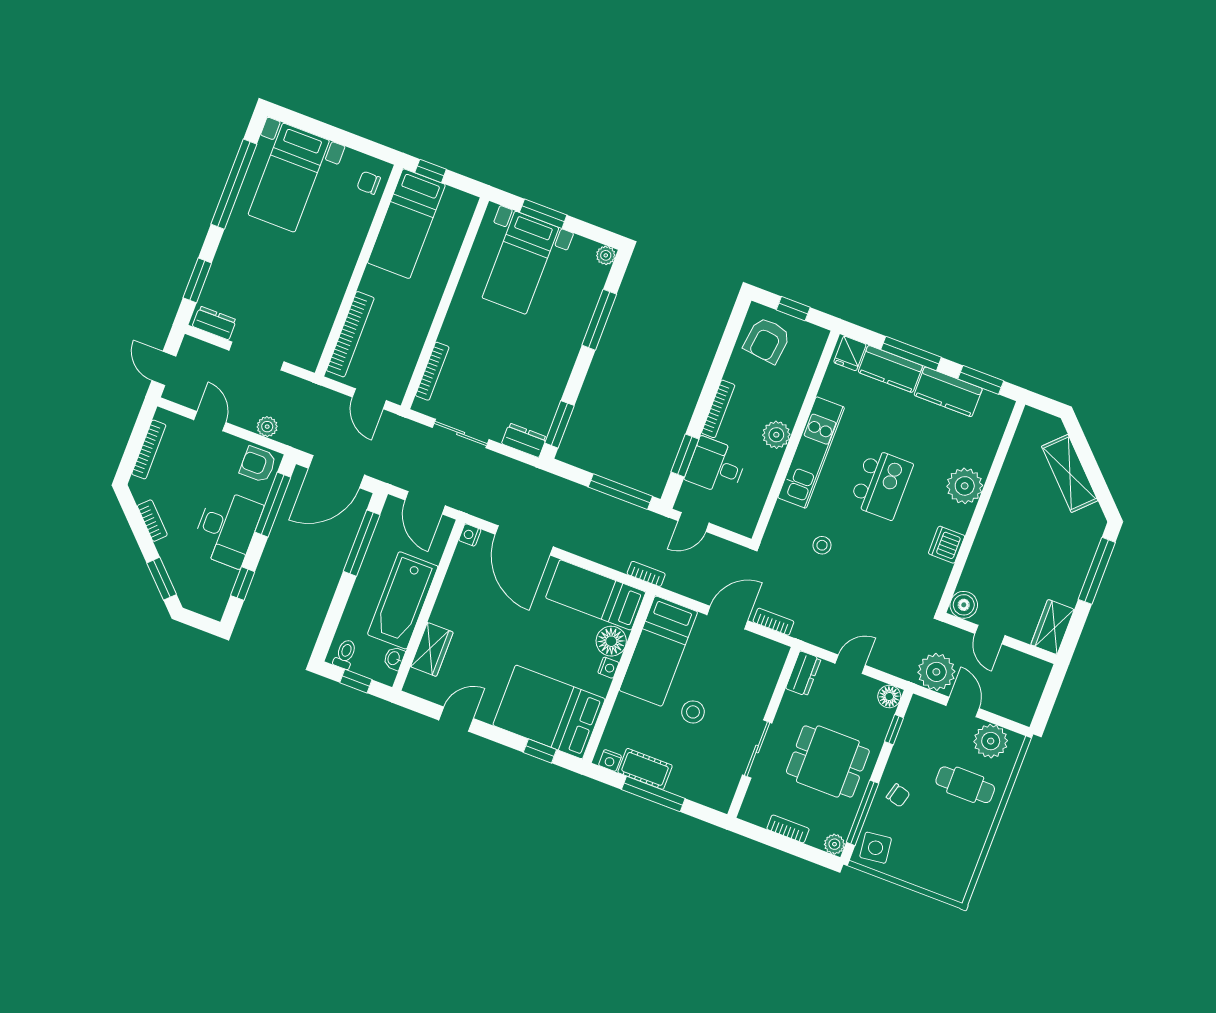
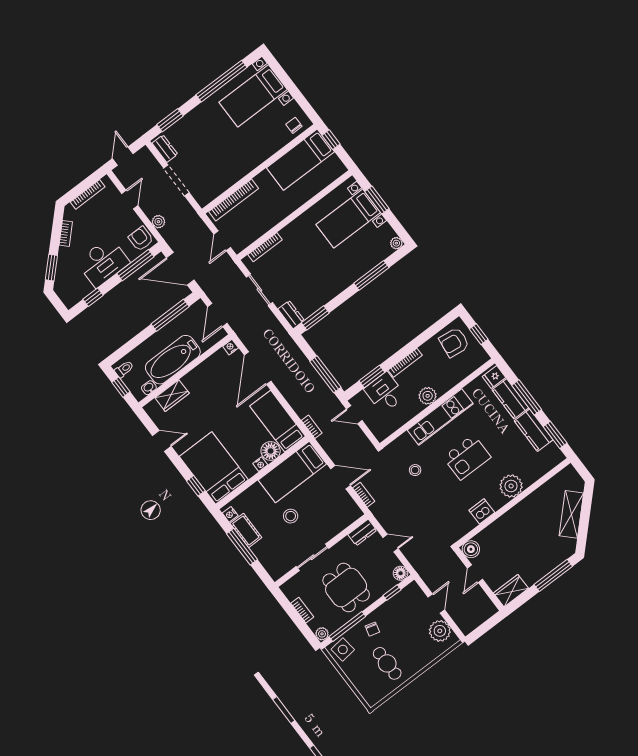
plant: (936, 672) -> (434, 576), removed
cafe table: (965, 785) -> (387, 663), moved

